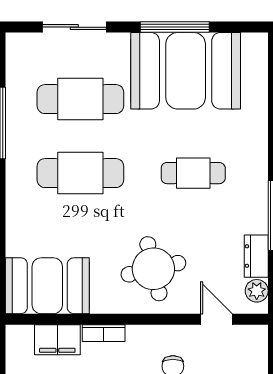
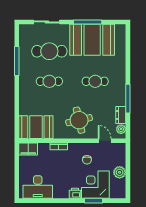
cafe table: (80, 173) -> (49, 81), width x0.73, depth x0.74
filing cabinet: (57, 340) -> (28, 149), moved

